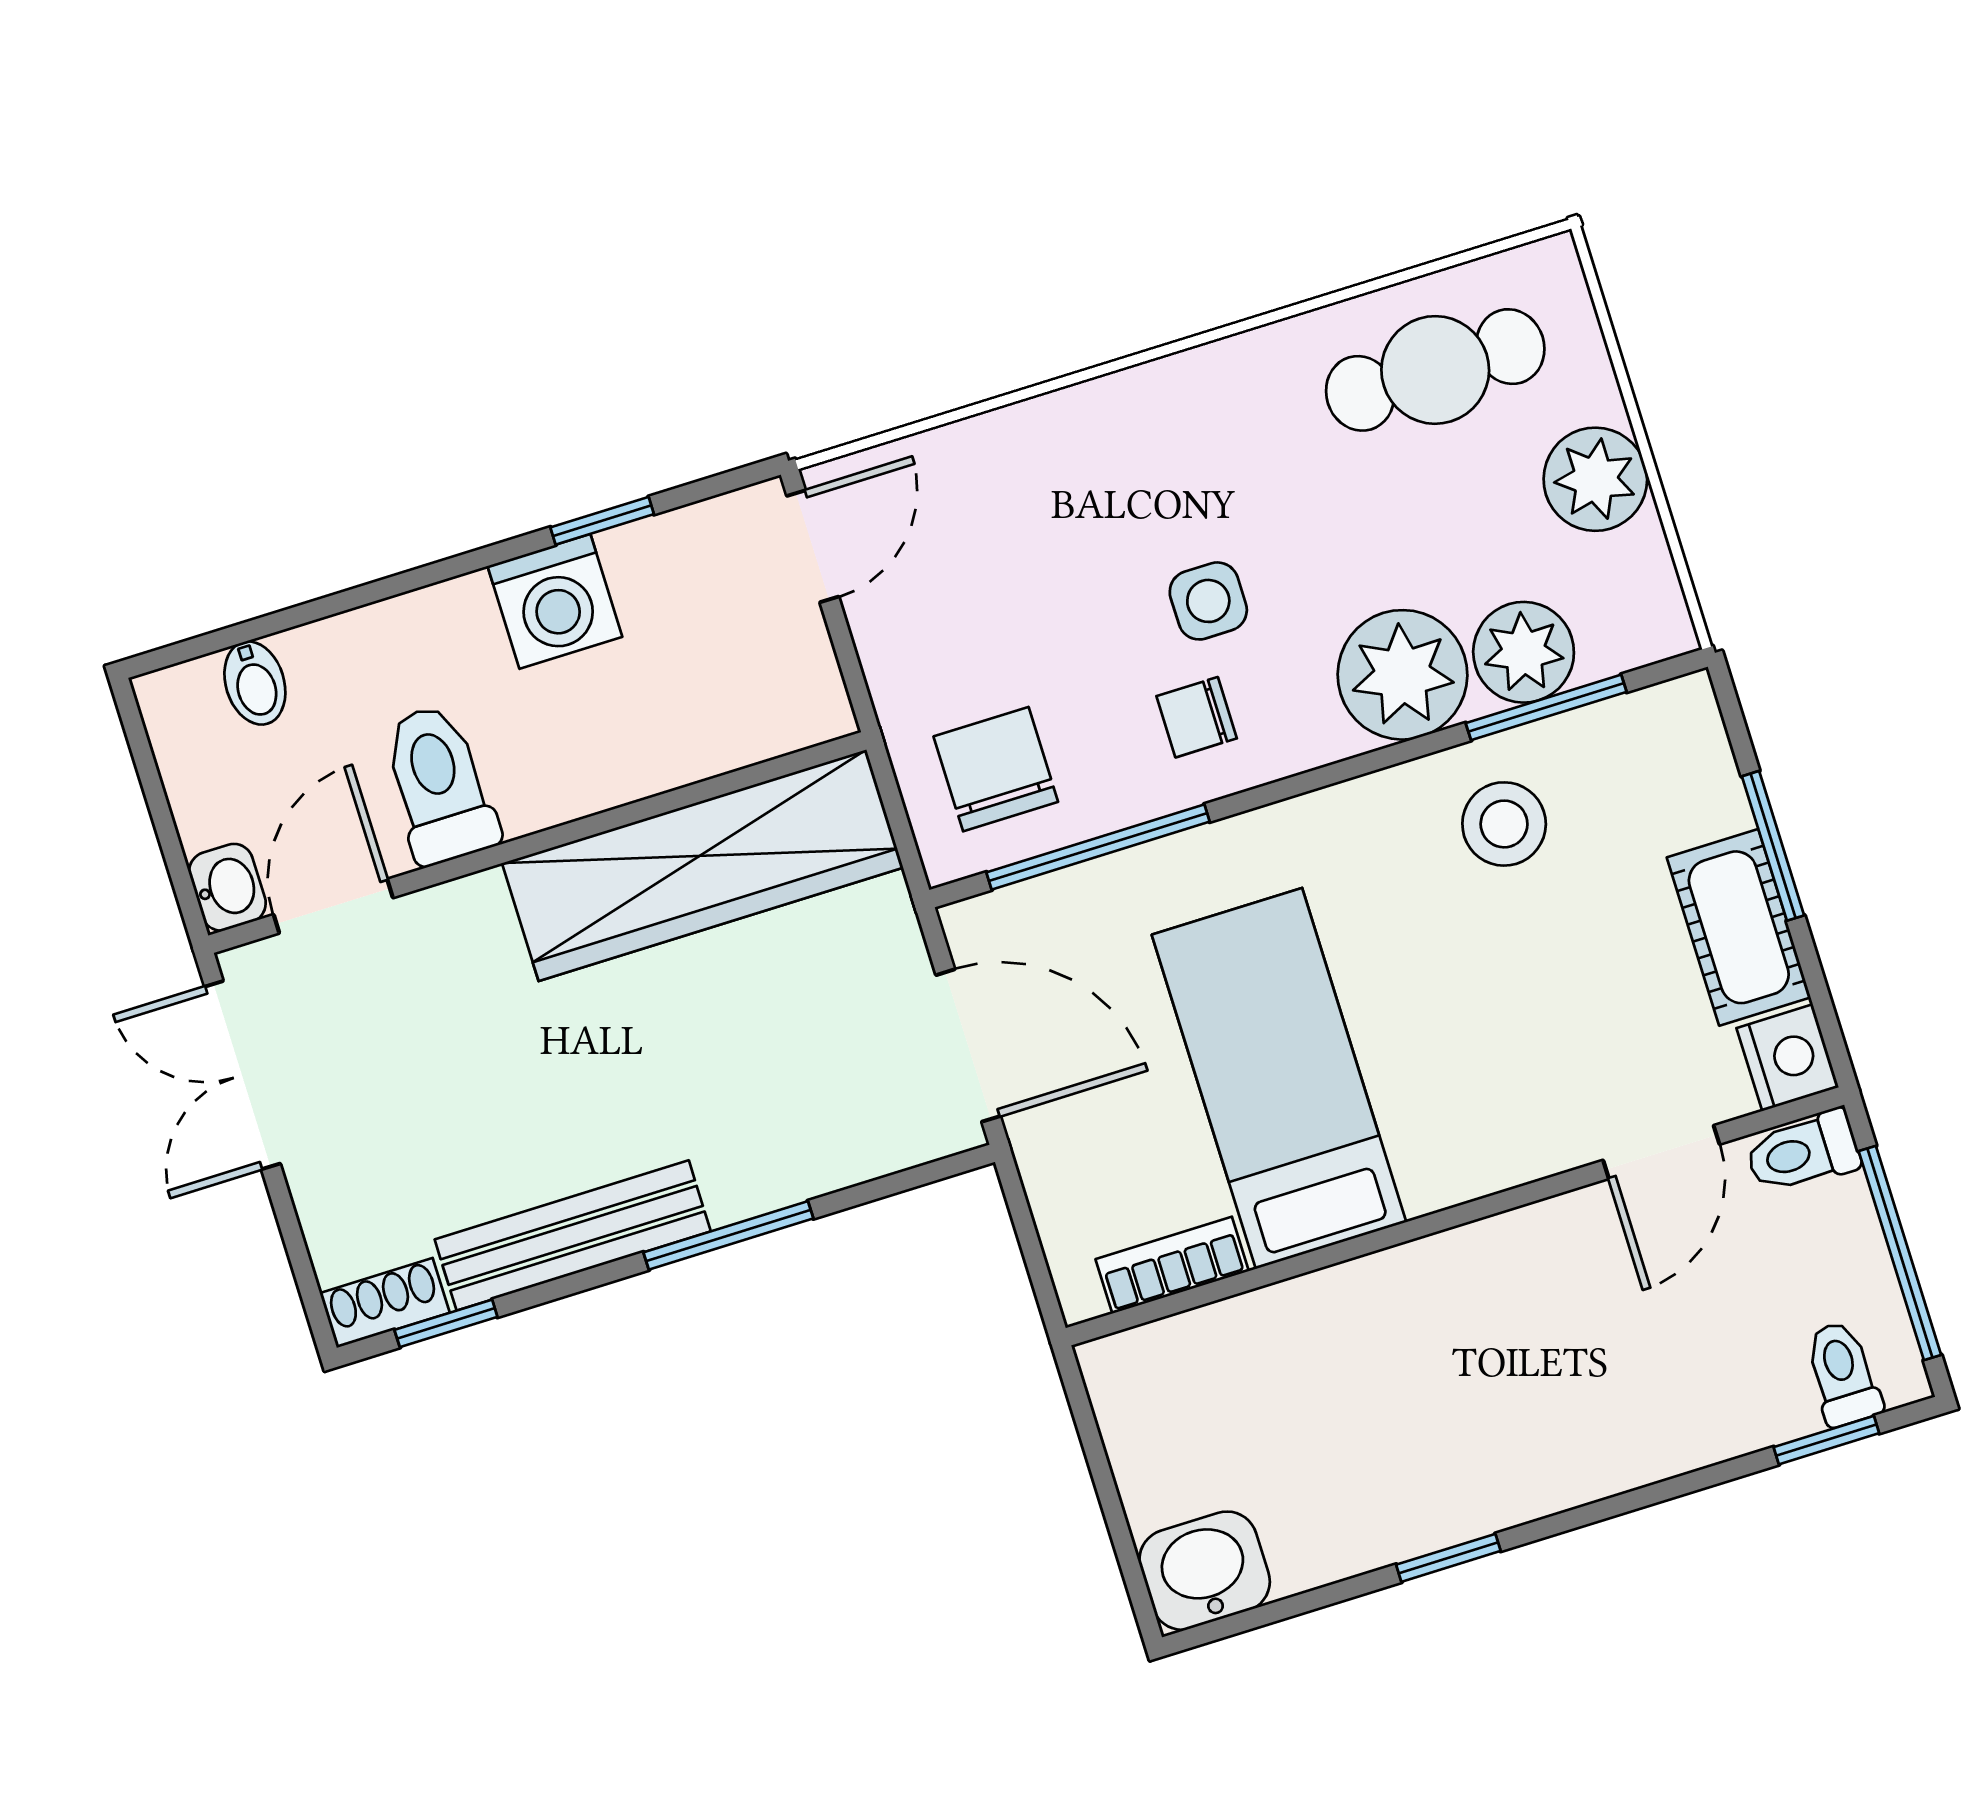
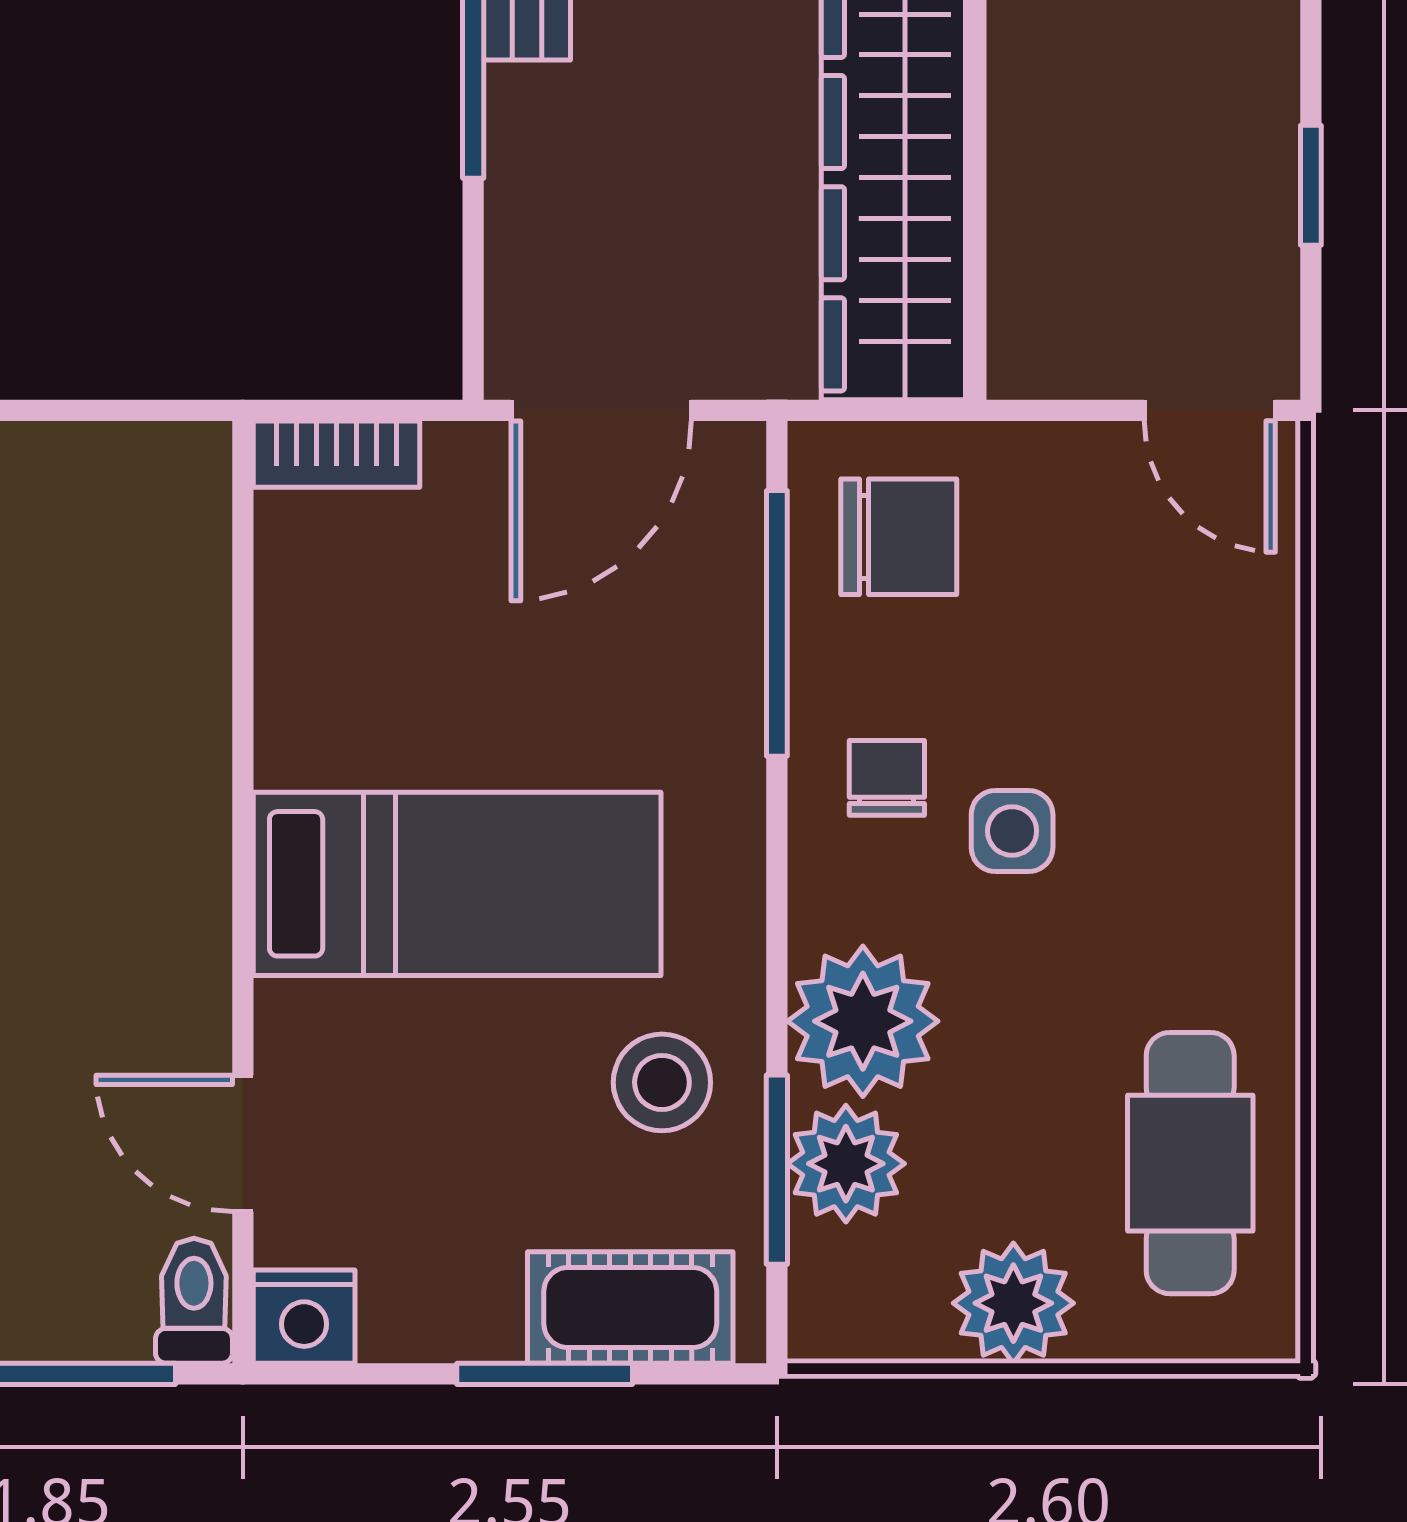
washing machine: (555, 601) -> (1238, 105), removed
cot: (1739, 927) -> (630, 1307), moved
bed: (1279, 1078) -> (457, 884), moved
bookcase: (1172, 1265) -> (336, 454), moved, turned 90

